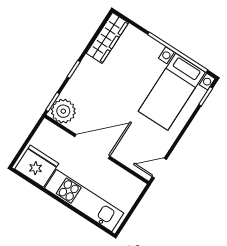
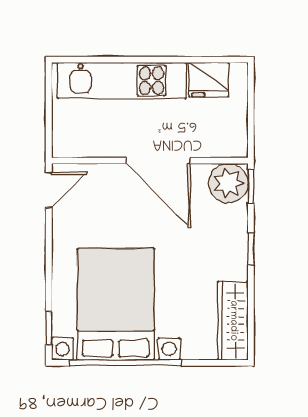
bed with nightstands: (172, 92) -> (116, 304), width x1.36
door: (92, 147) -> (158, 161), hinge flipped
fridge: (37, 166) -> (209, 80), width x0.73, depth x0.75

